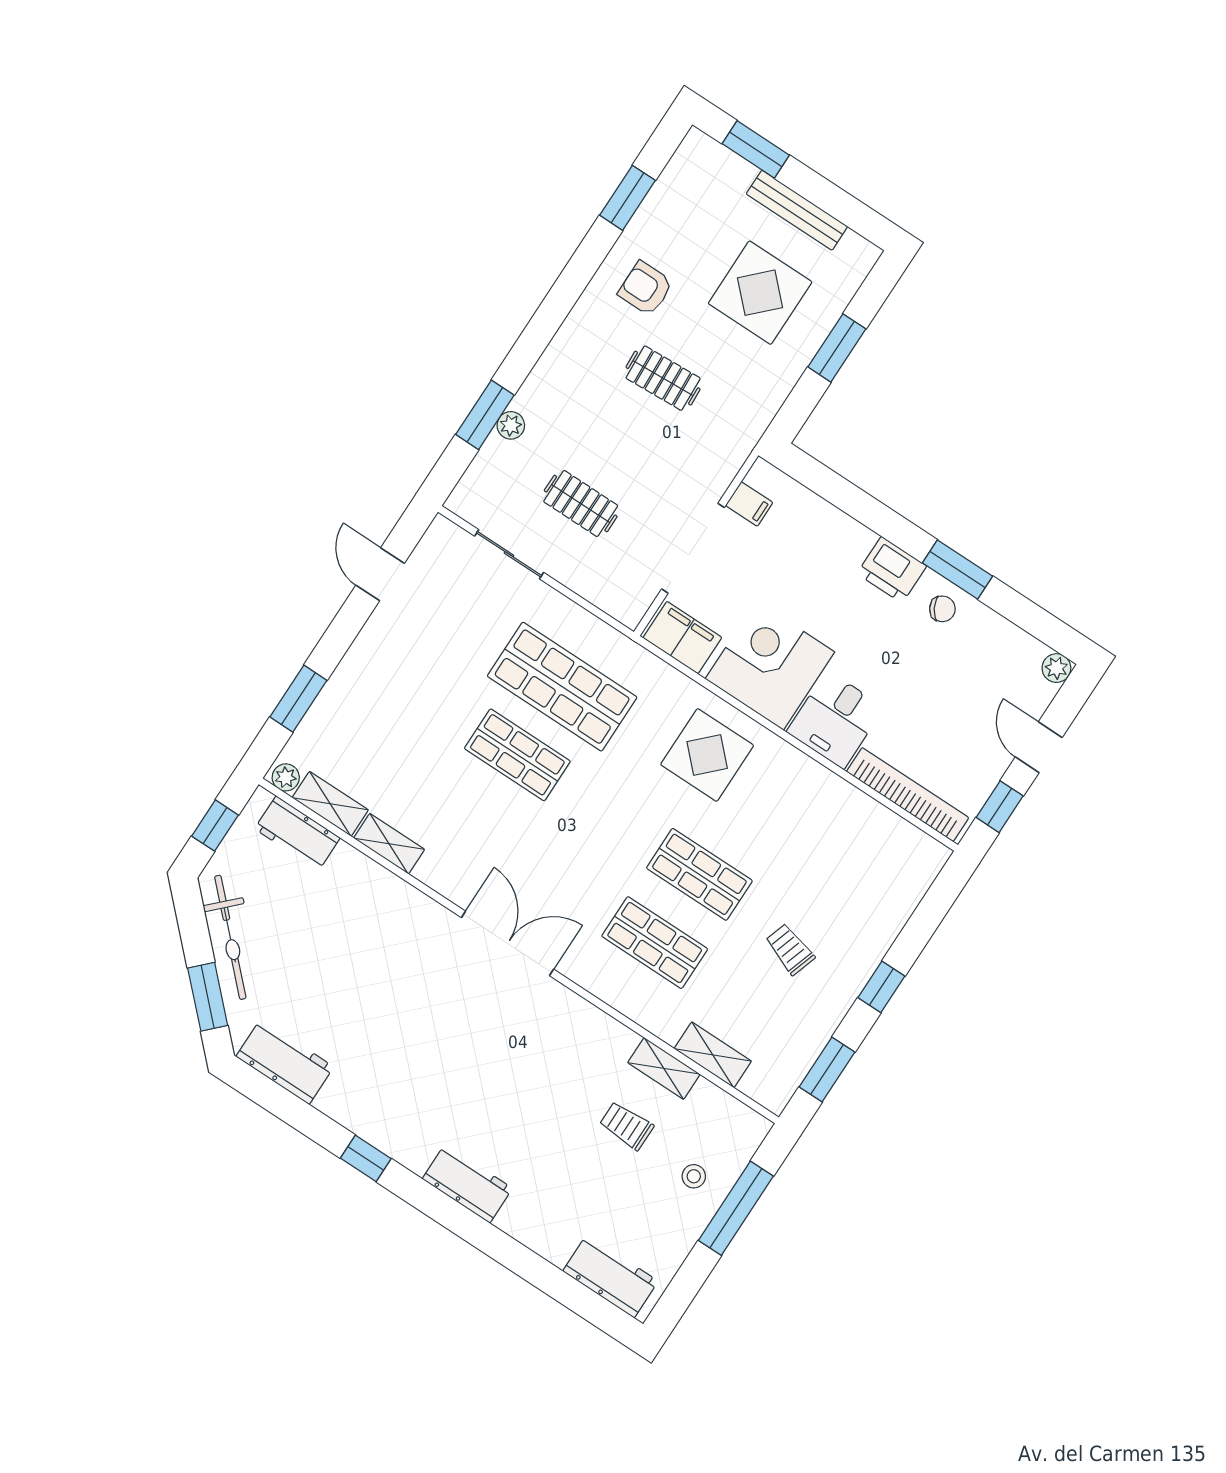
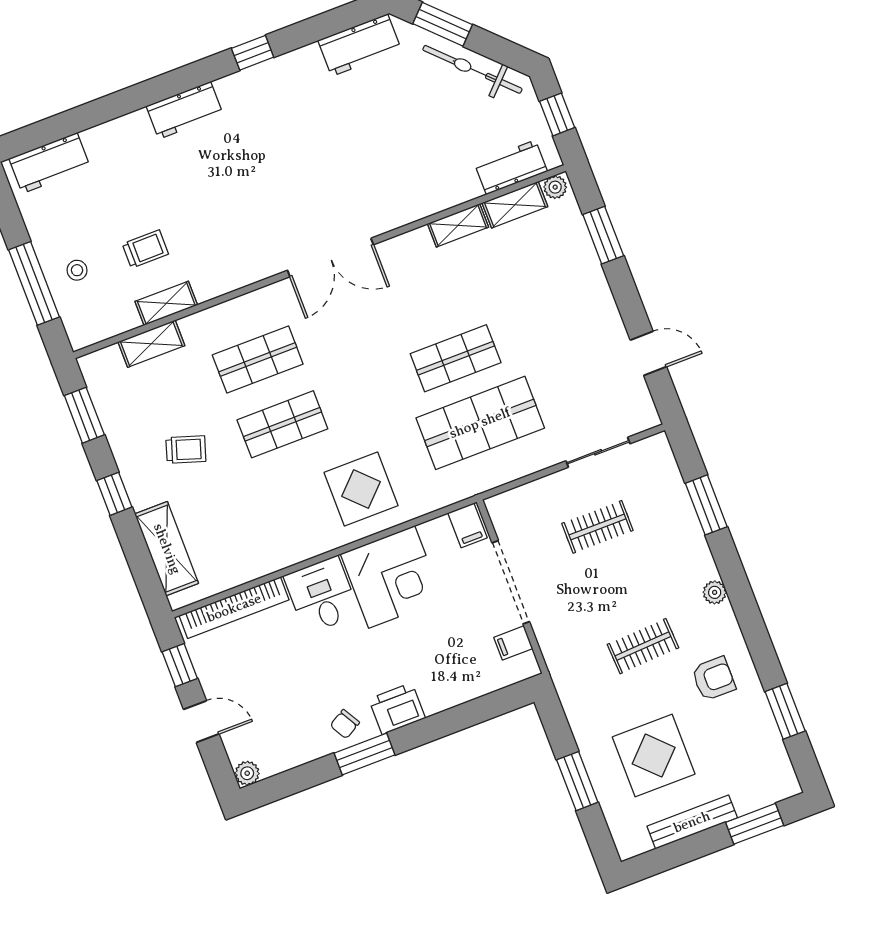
plant: (511, 425) -> (715, 592), moved
filing cabinet: (682, 638) -> (467, 525), width x0.50
shelving: (898, 899) -> (167, 549), added

